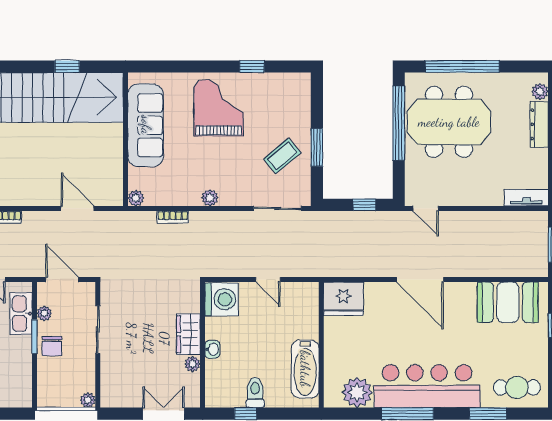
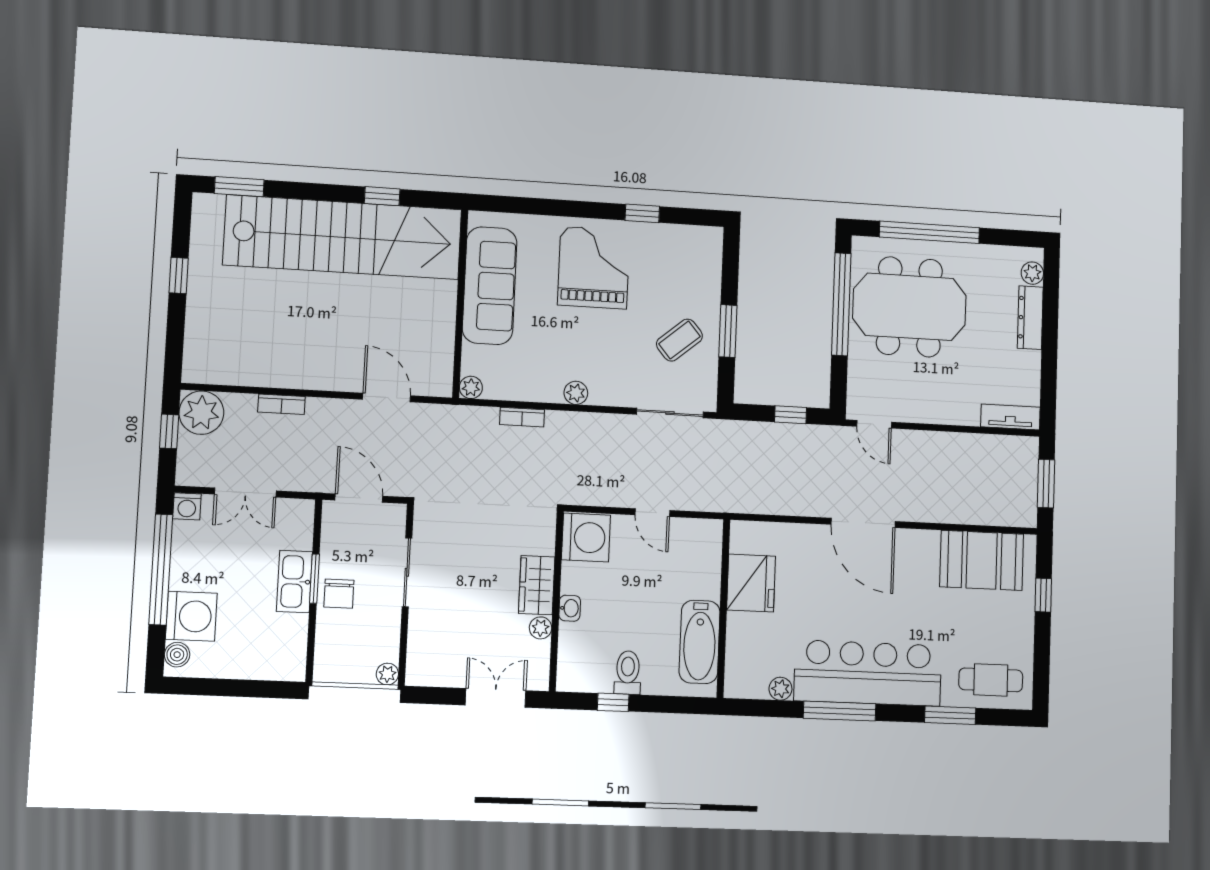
fridge: (343, 299) -> (751, 583), moved, turned -90
plant: (44, 313) -> (331, 546), removed
kitchen sink: (21, 314) -> (294, 582), moved
plant: (357, 392) -> (780, 689), width x0.53, depth x0.53

